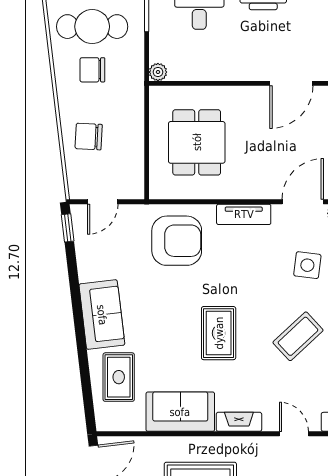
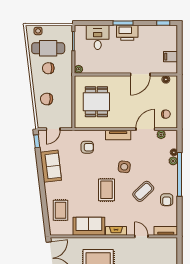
armchair: (177, 241) -> (87, 147), width x0.53, depth x0.53
side table: (307, 265) -> (124, 167), moved
sofa: (102, 315) -> (51, 166), moved

